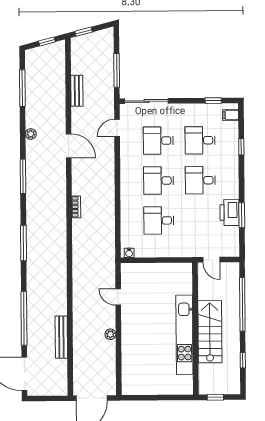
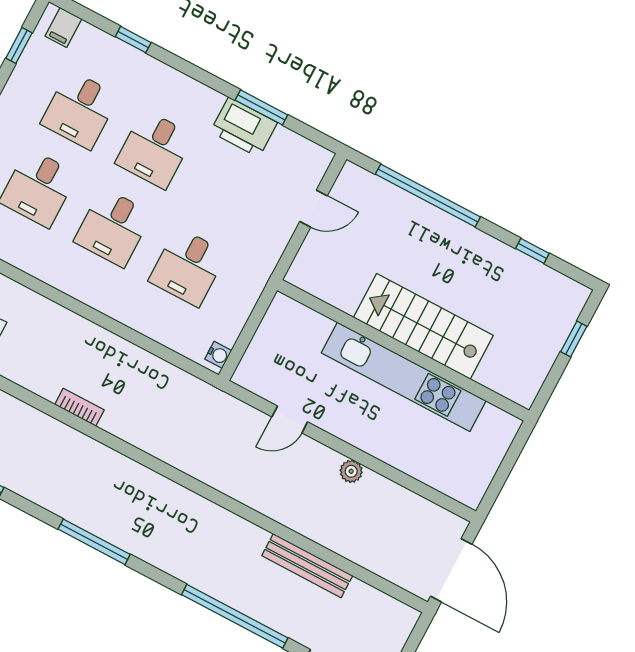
wall: (195, 329) -> (403, 350), moved
stairs: (210, 332) -> (423, 326), moved
kitchen unit: (184, 335) -> (404, 377), moved

